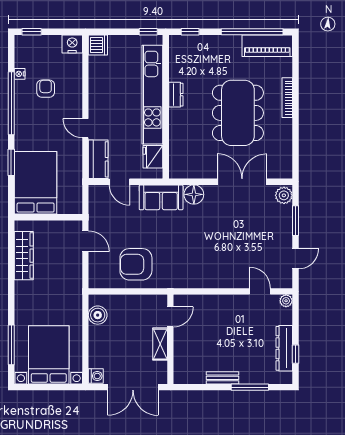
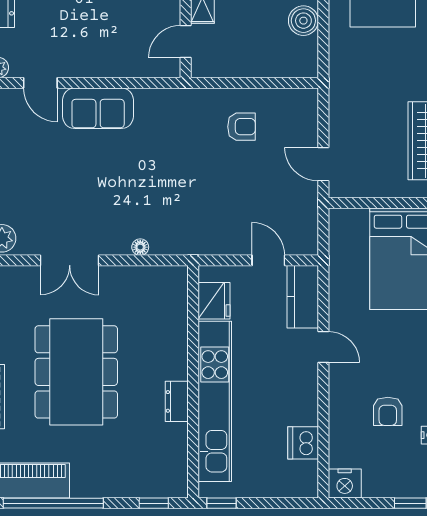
dishwasher: (98, 45) -> (303, 443), moved
double door: (242, 182) -> (70, 260), width x0.73
floor lamp: (194, 194) -> (140, 247), width x0.53, depth x0.53
sofa: (161, 197) -> (98, 108), moved, turned 180
armchair: (136, 264) -> (241, 127), width x0.53, depth x0.53
boiler: (98, 315) -> (303, 21), moved

